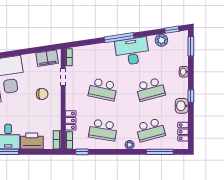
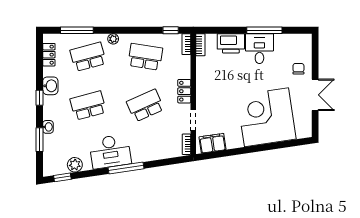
window: (191, 46) -> (39, 140), moved
school desk: (103, 89) -> (145, 106), turned -36
chair: (42, 94) -> (218, 100), removed
locker: (71, 120) -> (184, 91), moved

